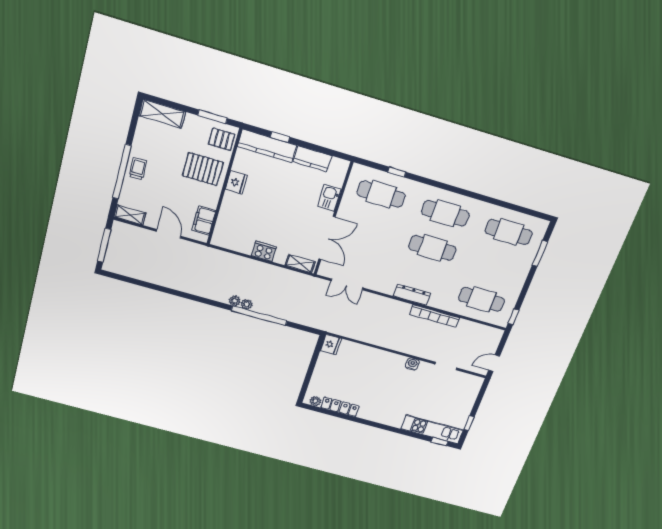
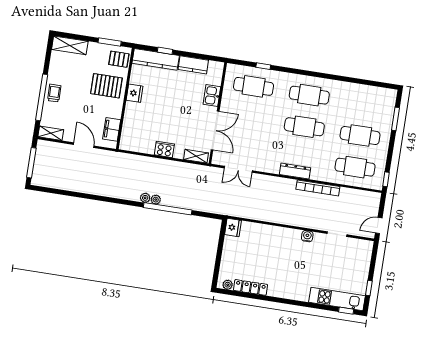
cafe table: (509, 232) -> (360, 135), moved

